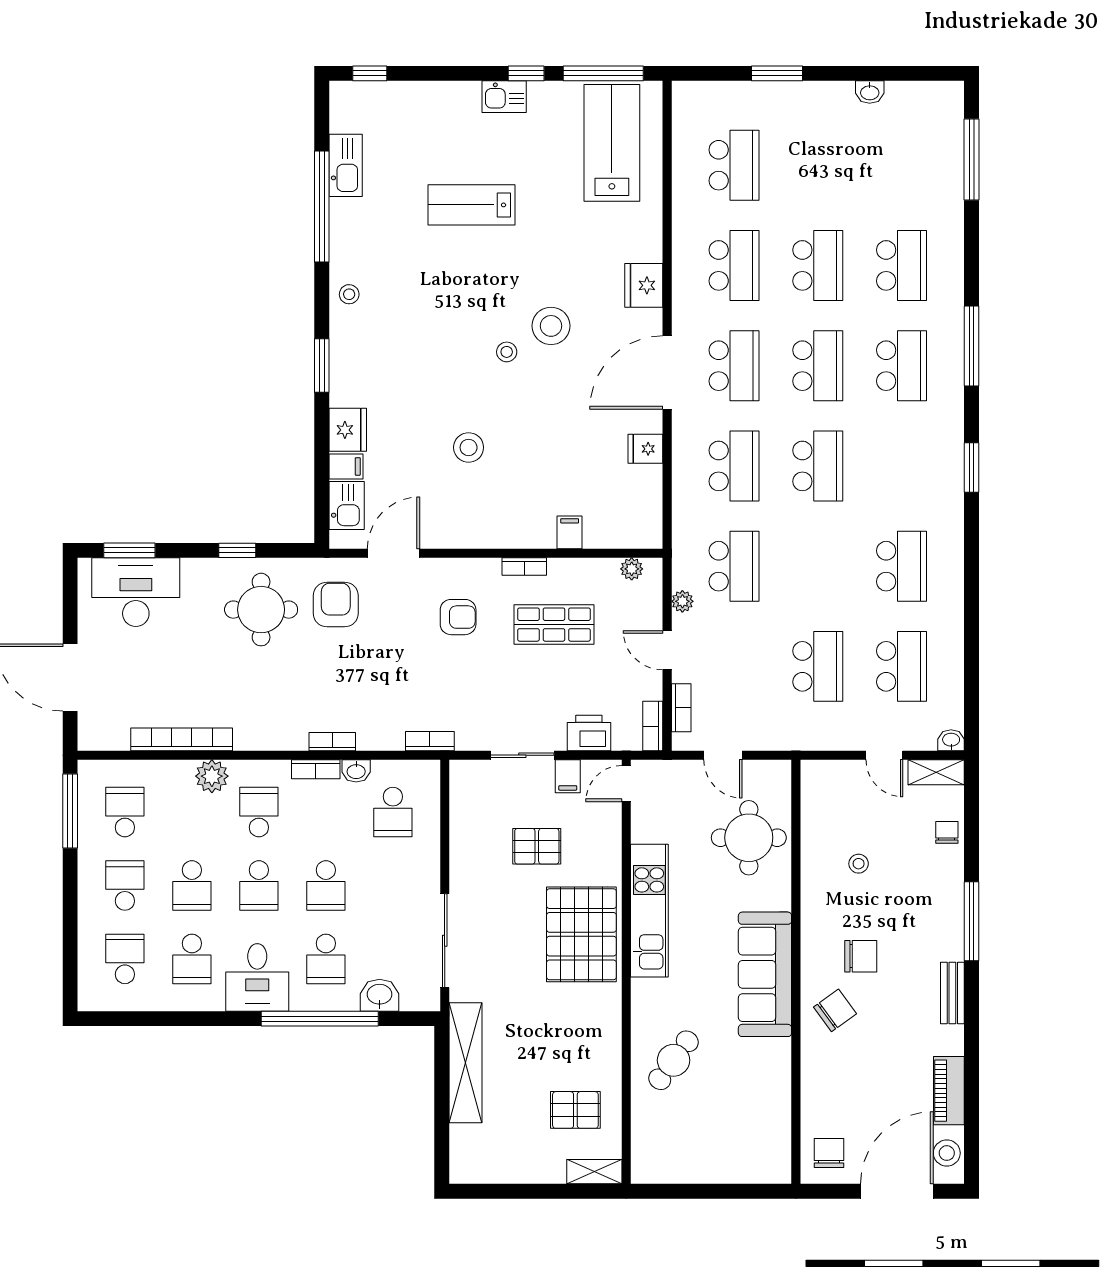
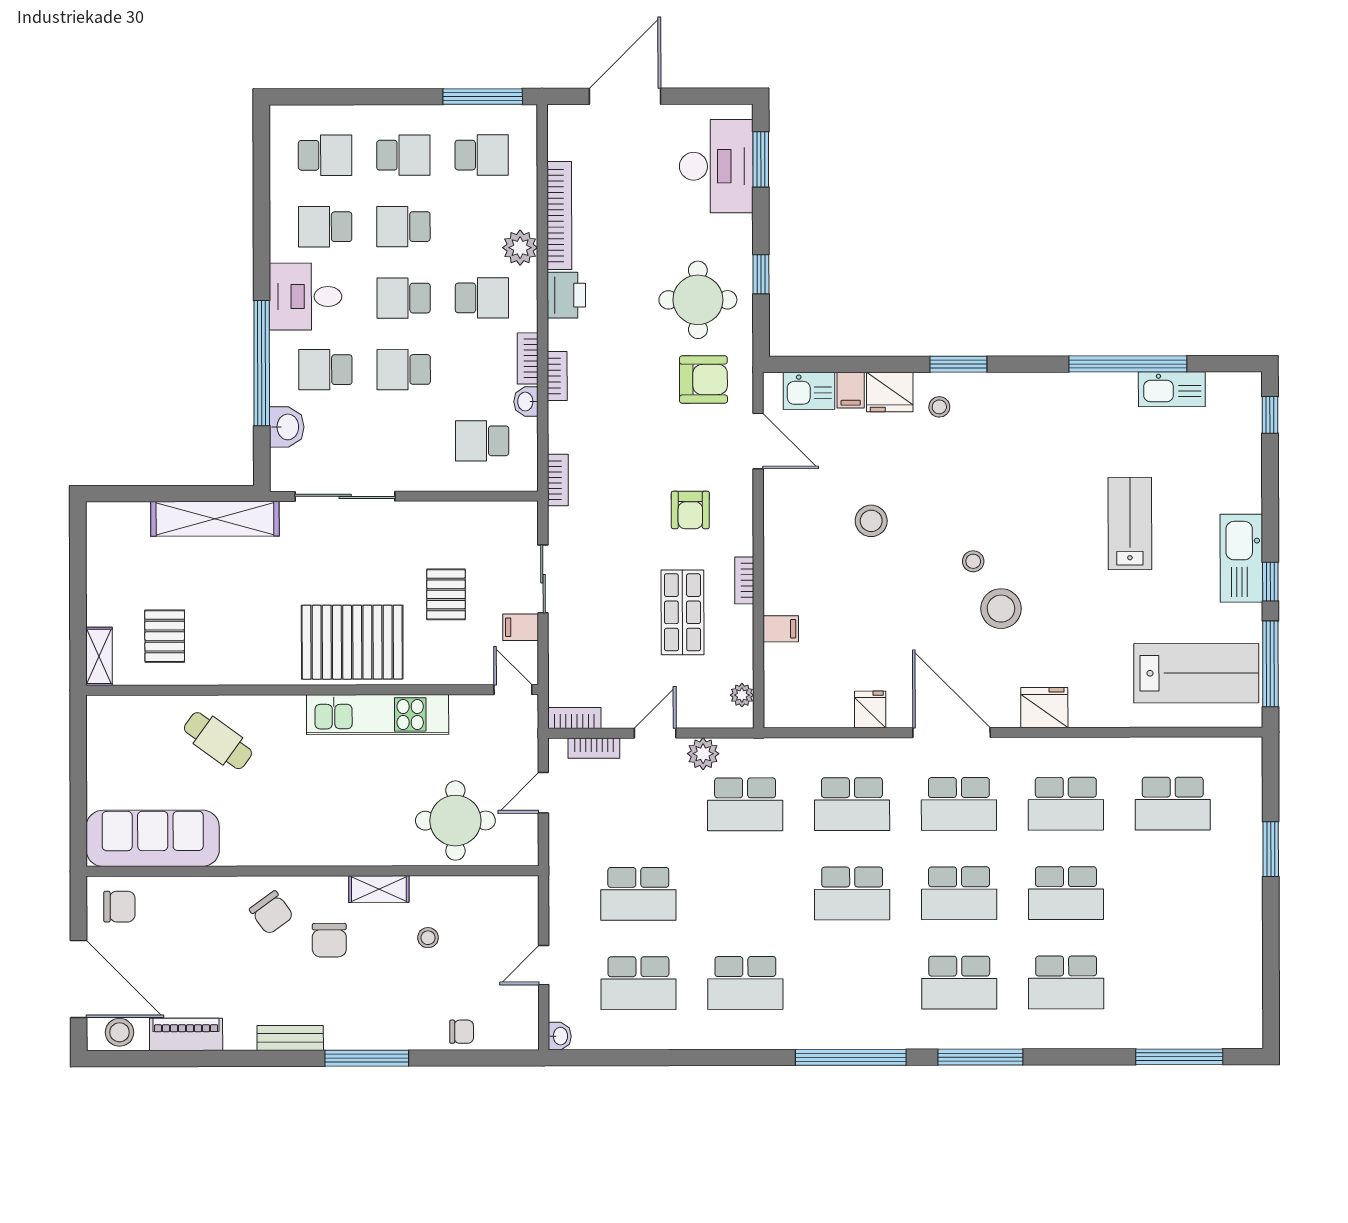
washbasin: (870, 92) -> (1251, 948), removed
kitchen sink: (504, 97) -> (1241, 558), width x1.88, depth x1.24
stool: (349, 294) -> (939, 407), moved
window: (971, 467) -> (851, 1057), width x2.11
plant: (682, 601) -> (703, 754), width x1.38, depth x1.38
printer: (589, 733) -> (566, 295), moved
shelving: (936, 772) -> (379, 889), moved, turned 90
sofa: (765, 974) -> (153, 838), moved

